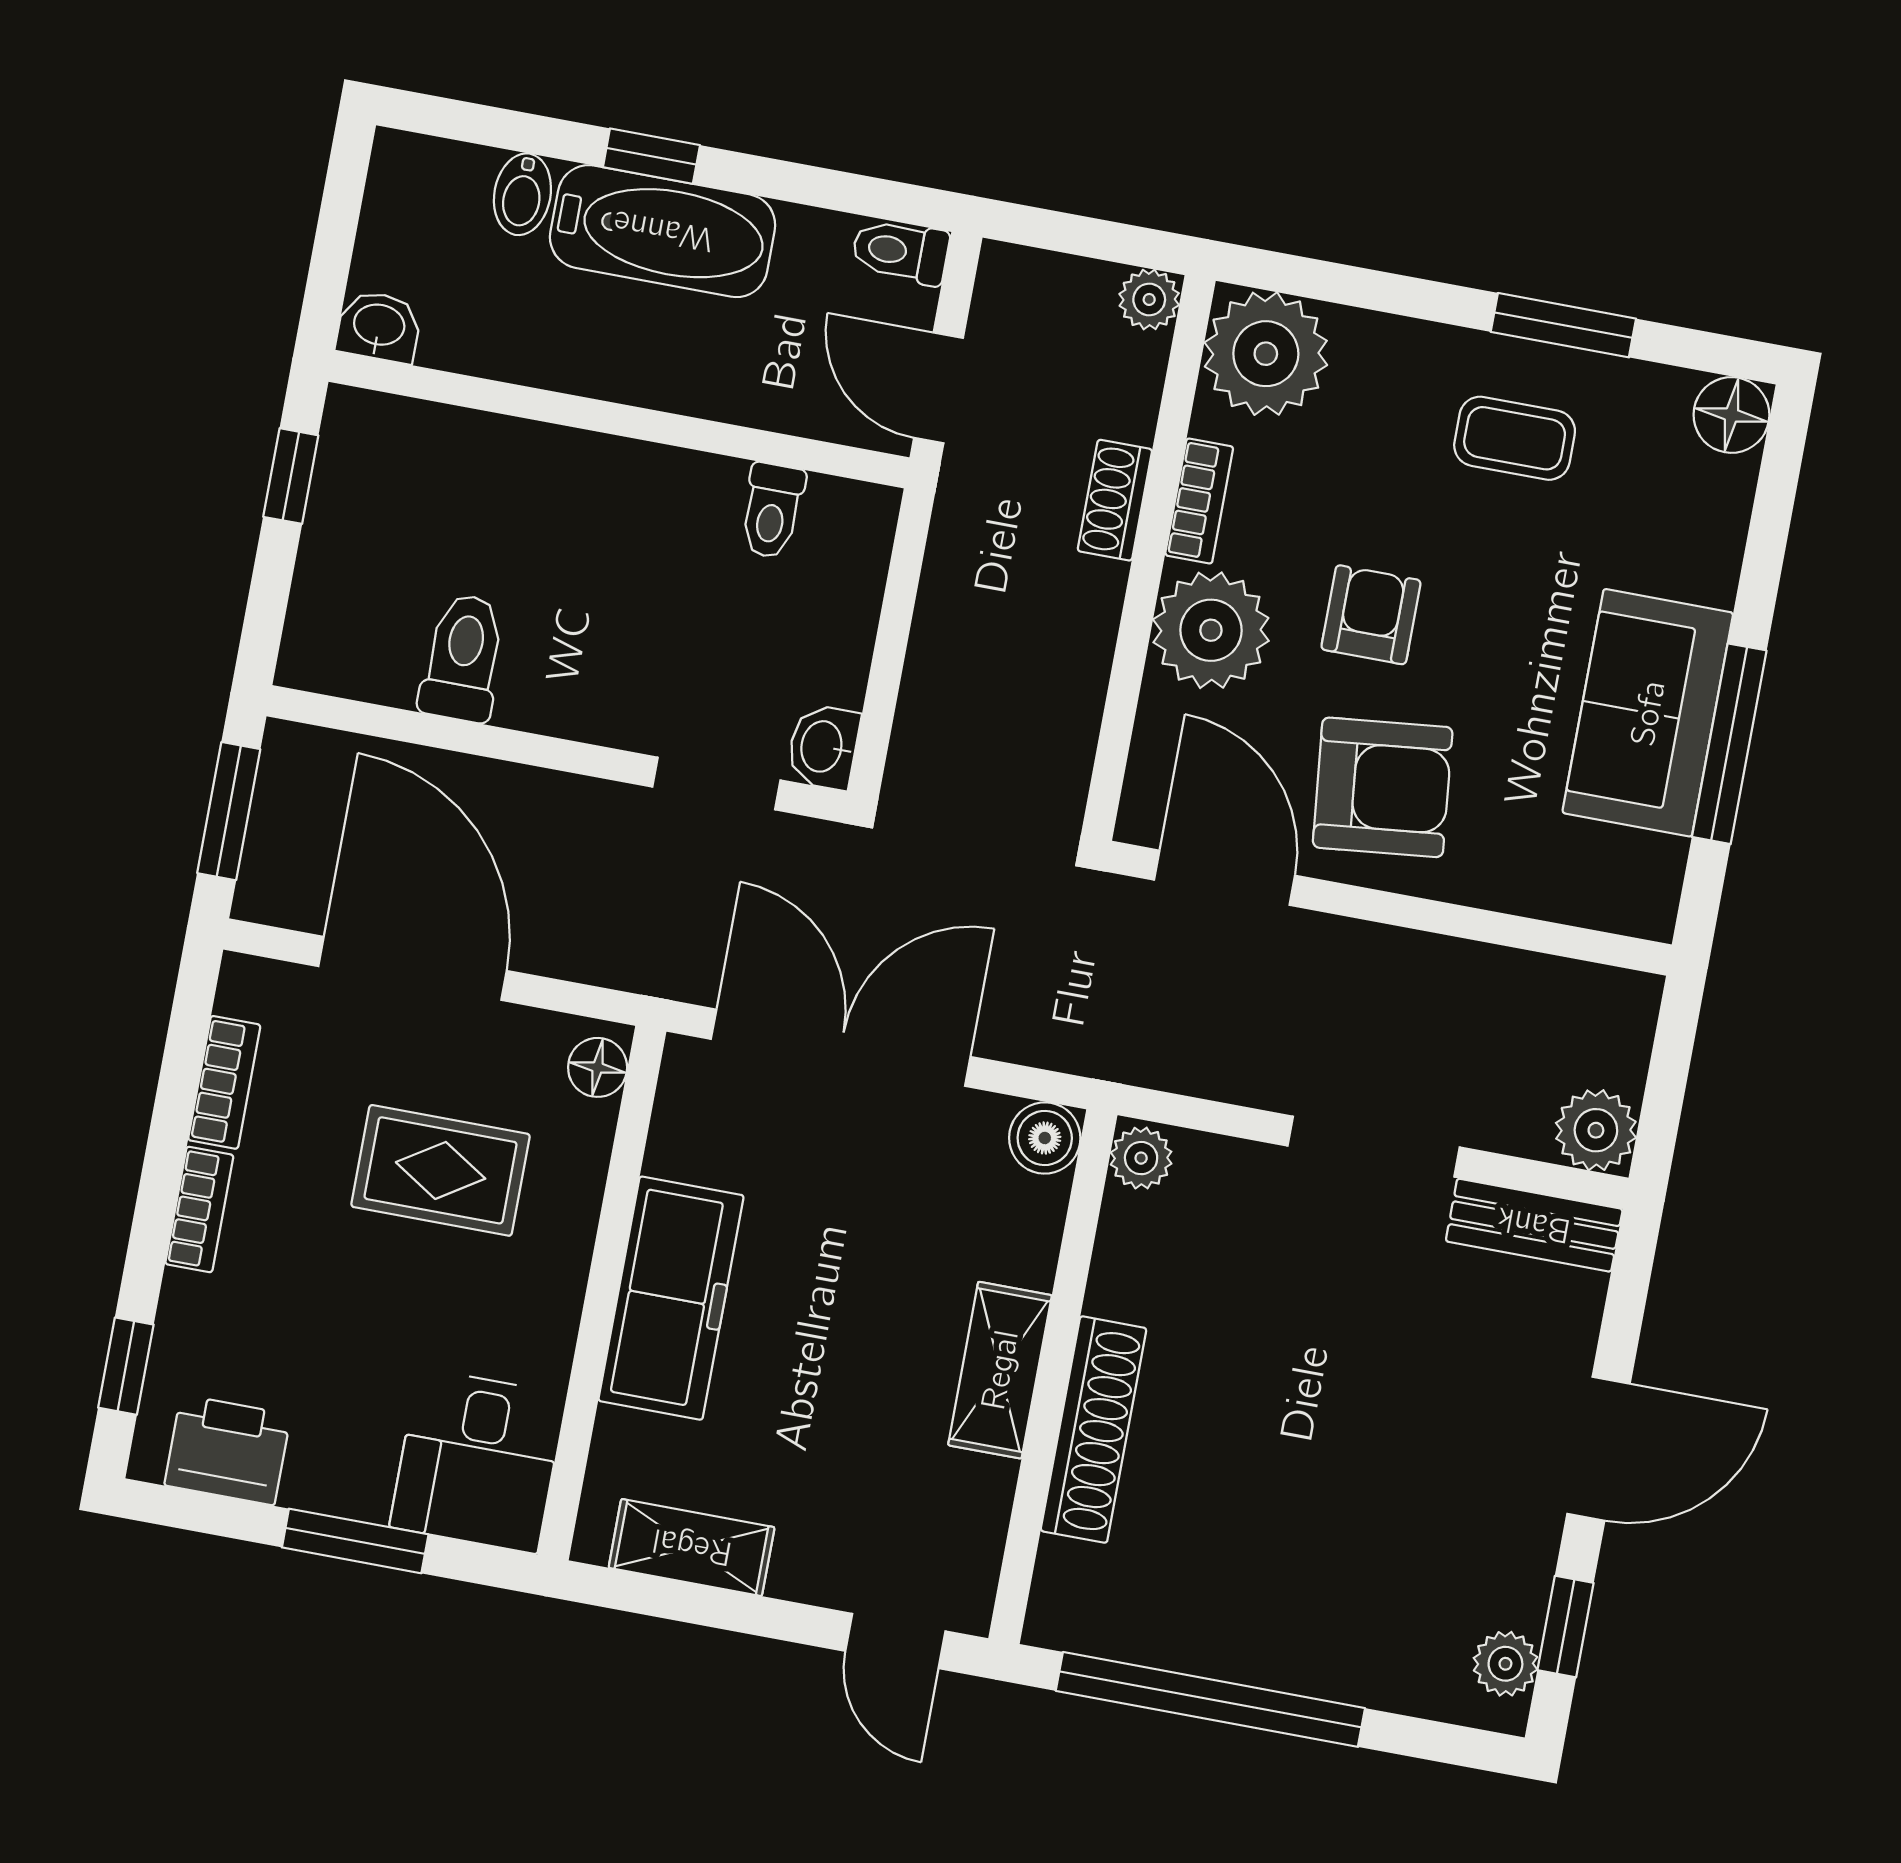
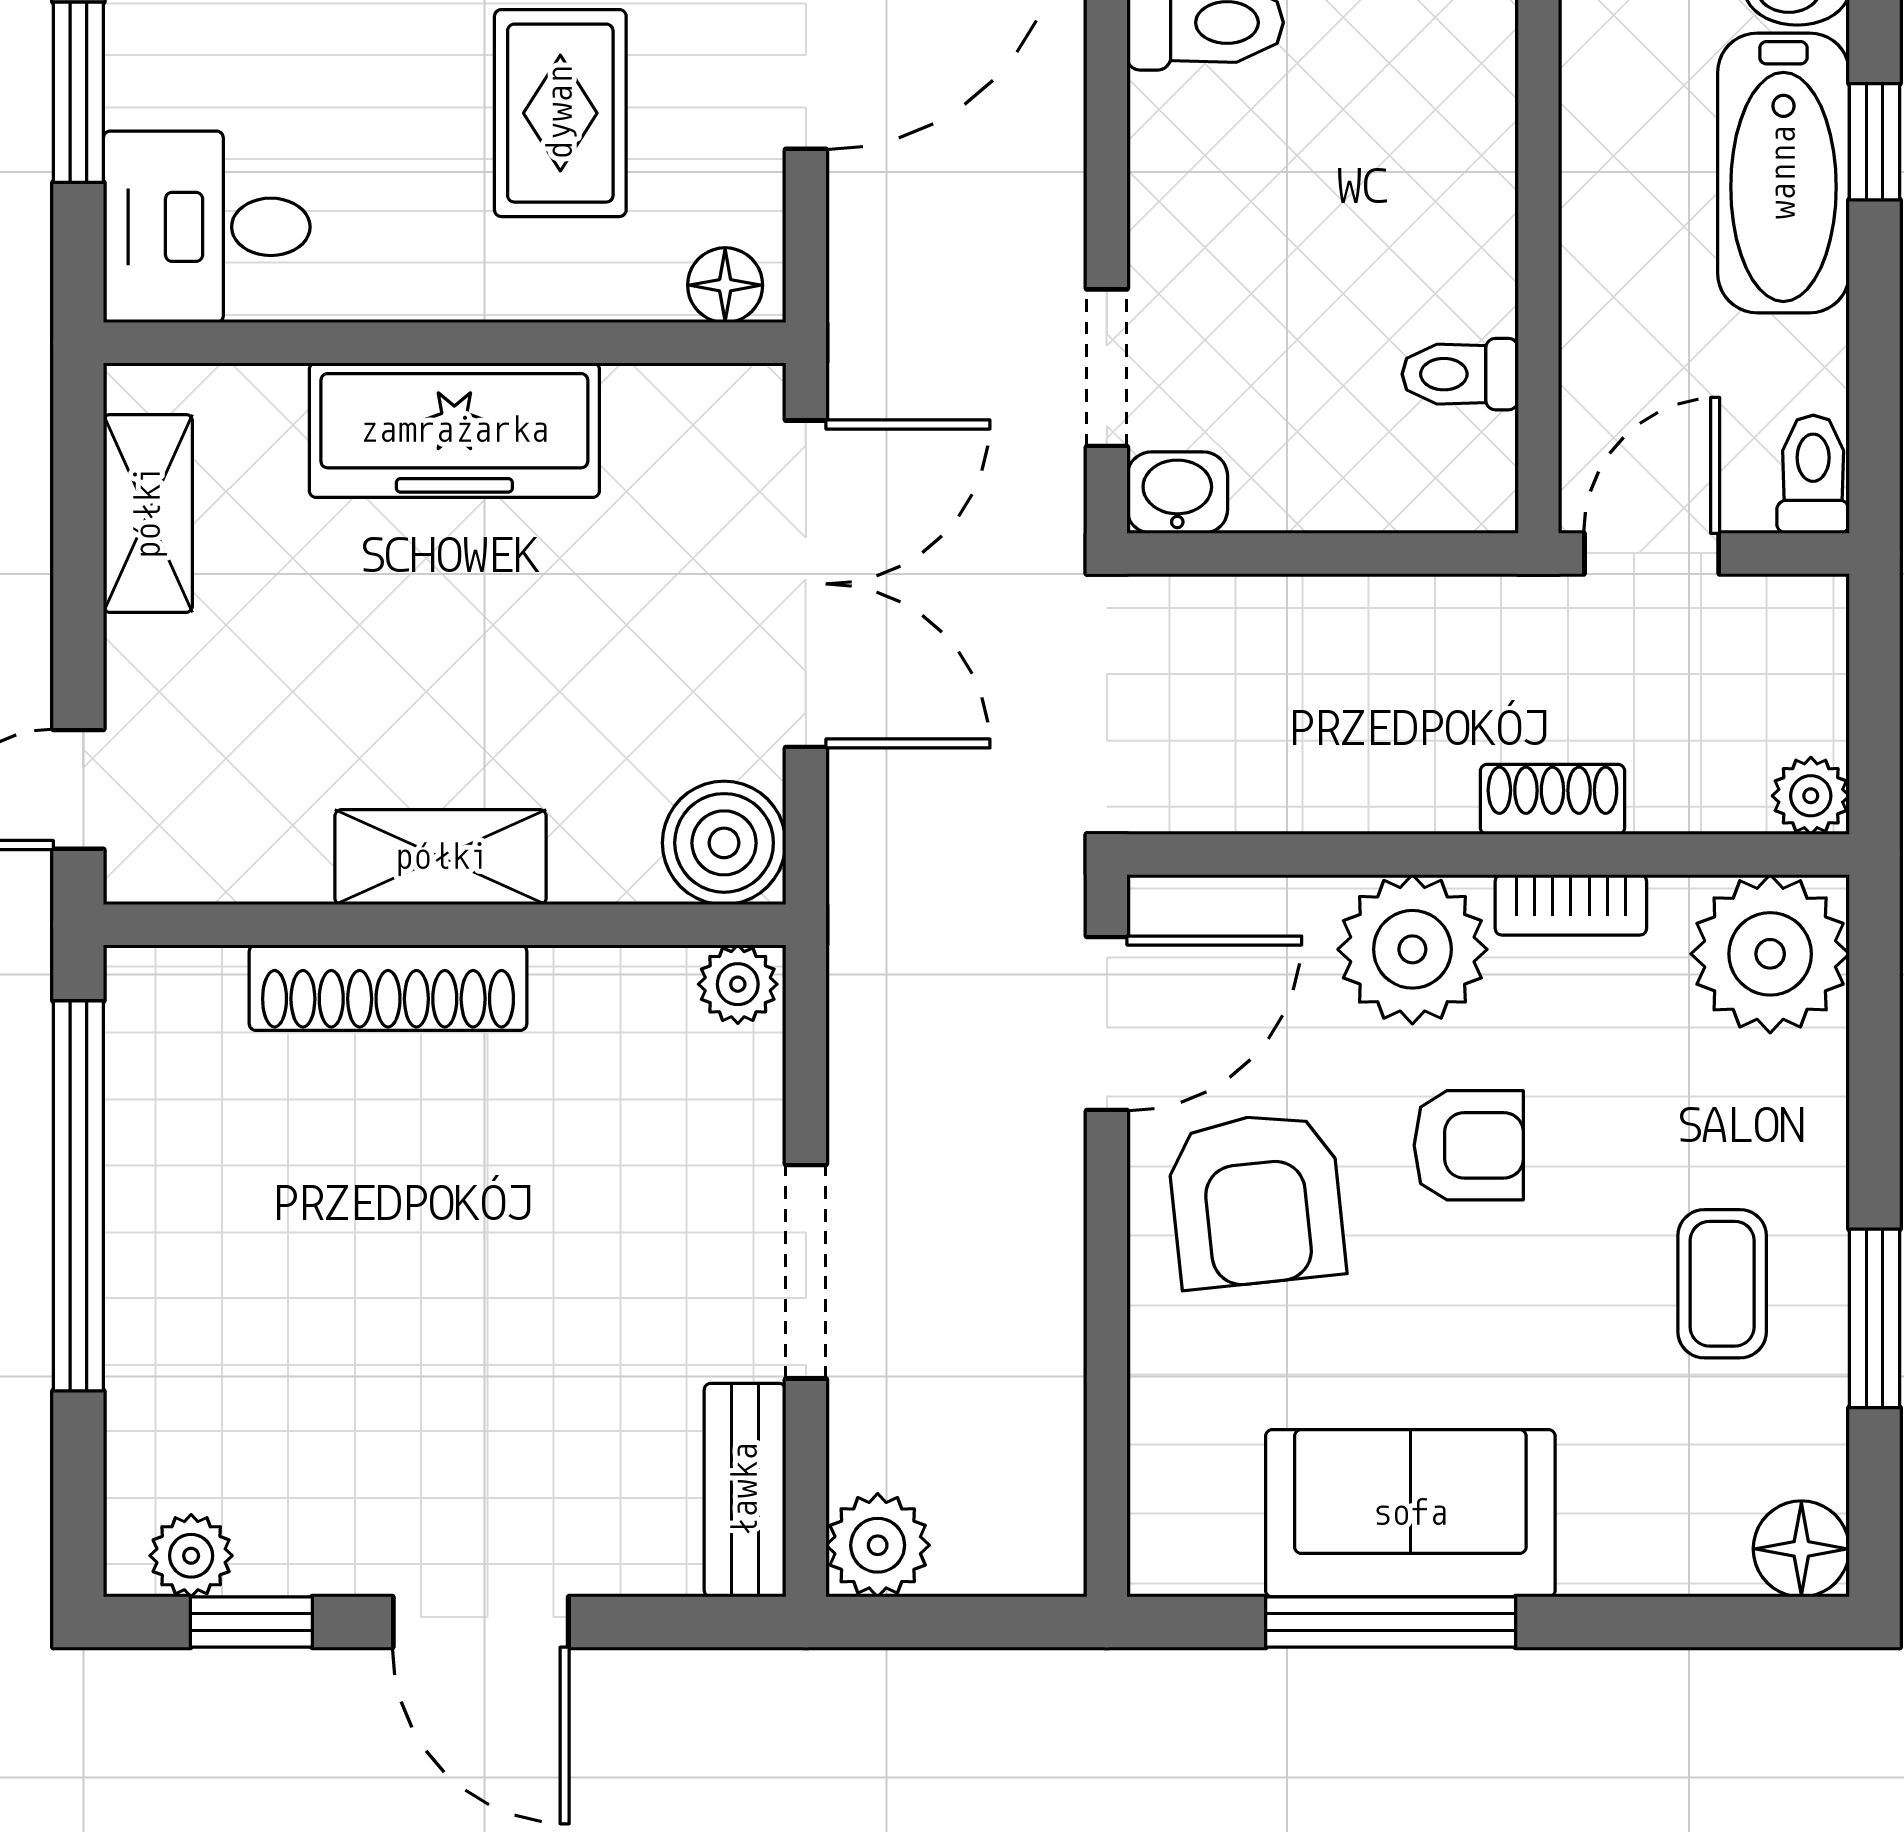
boiler: (1045, 1138) -> (724, 843), width x1.36, depth x1.36

